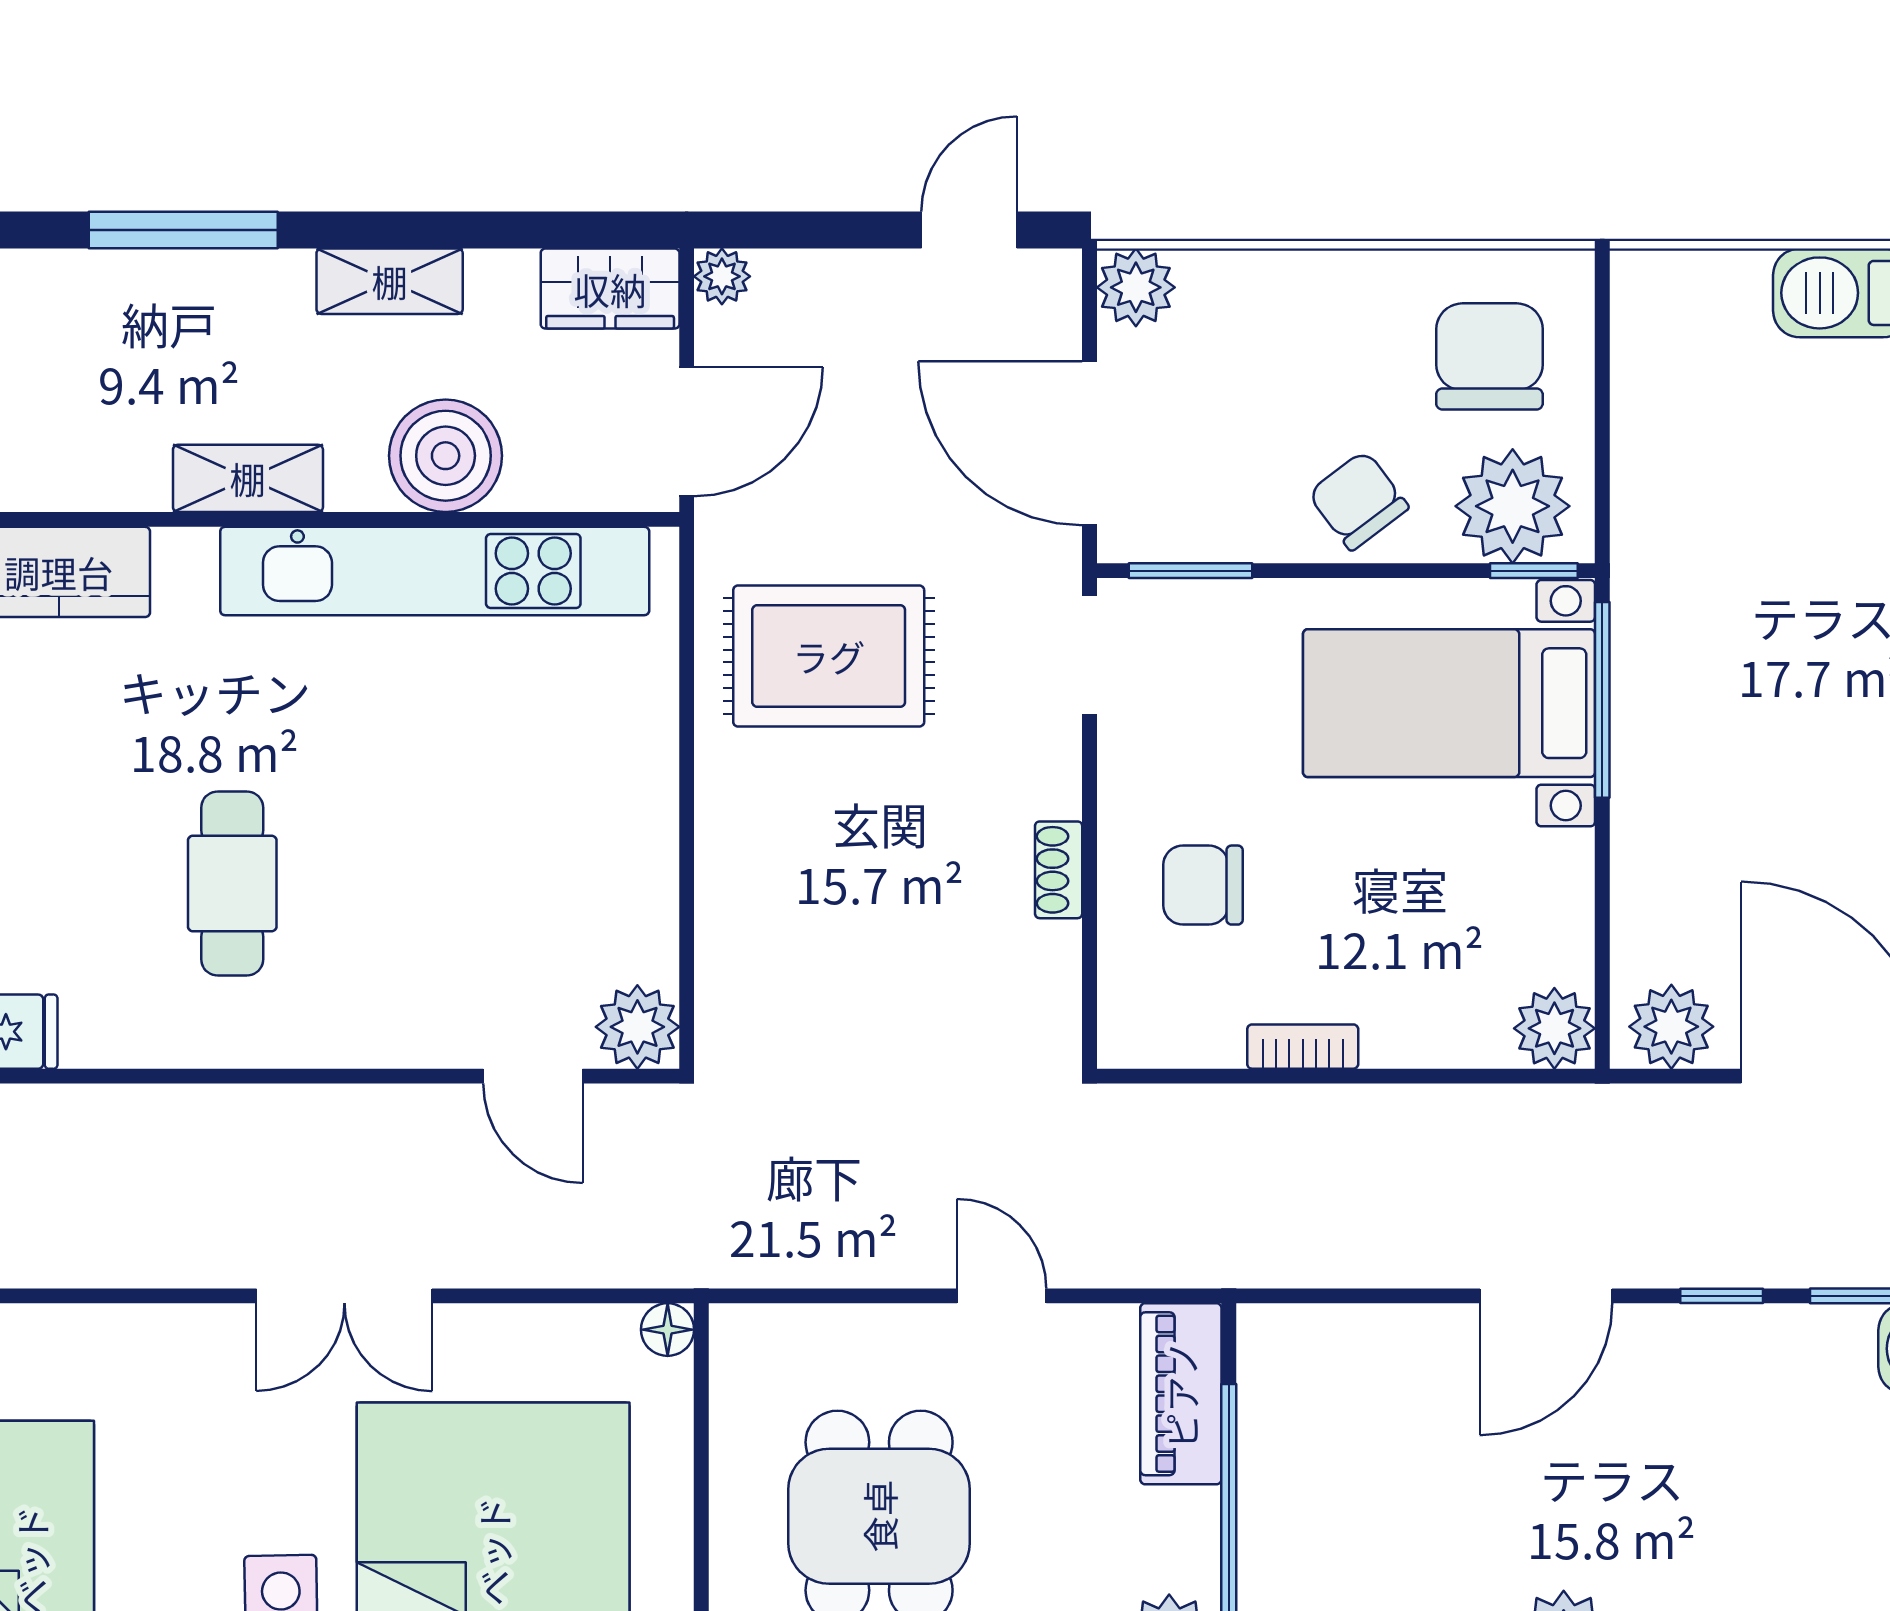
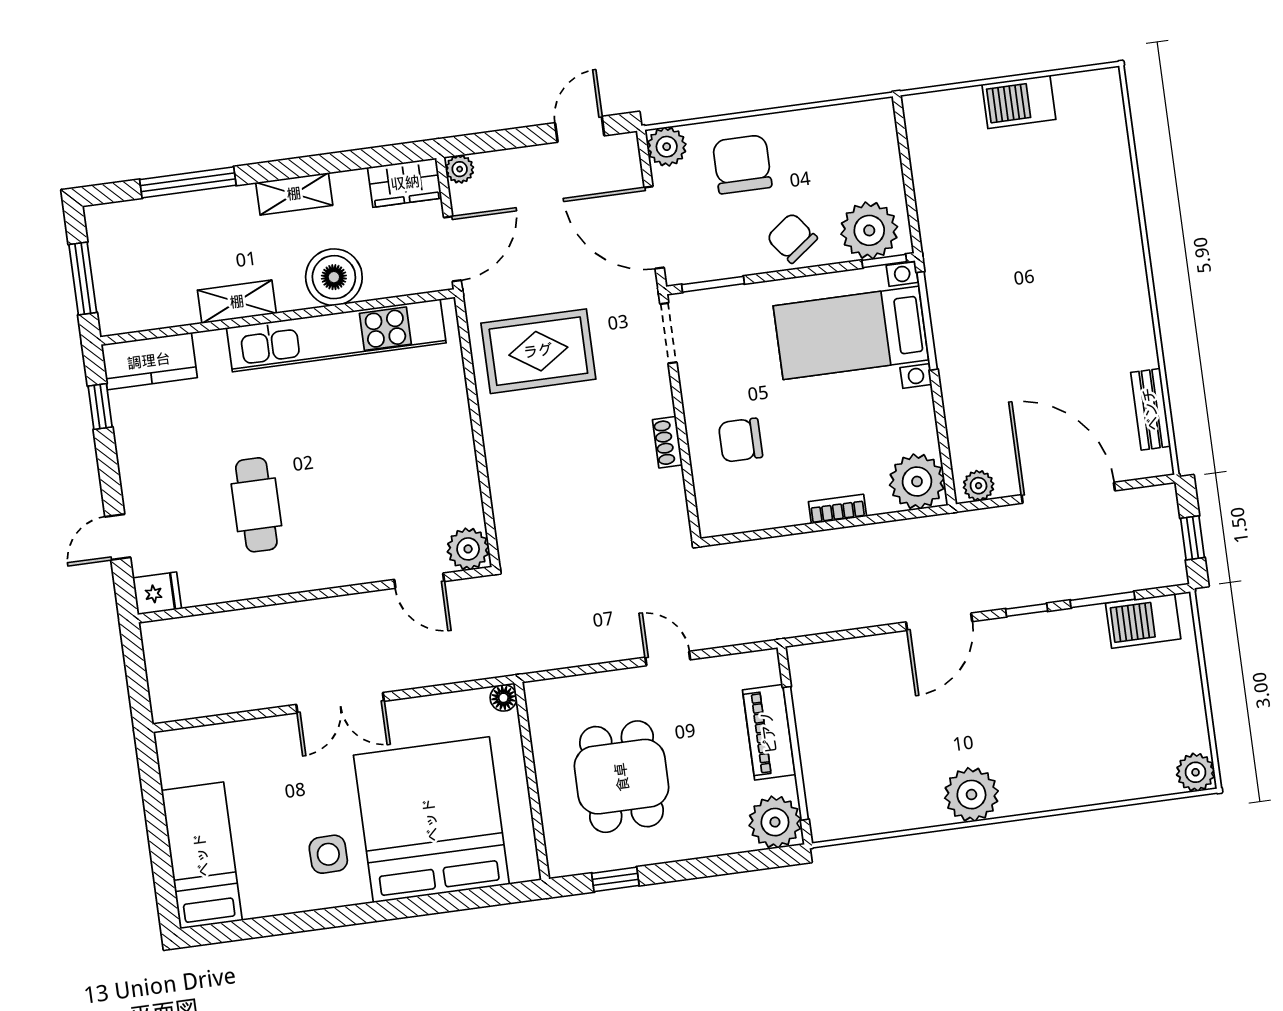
chair: (1489, 356) -> (742, 164), moved
plant: (1671, 1027) -> (979, 486), width x0.73, depth x0.73
plant: (1554, 1028) -> (917, 481), width x1.36, depth x1.36
bookcase: (1303, 1047) -> (837, 509), moved
piano: (1181, 1394) -> (769, 732), moved

